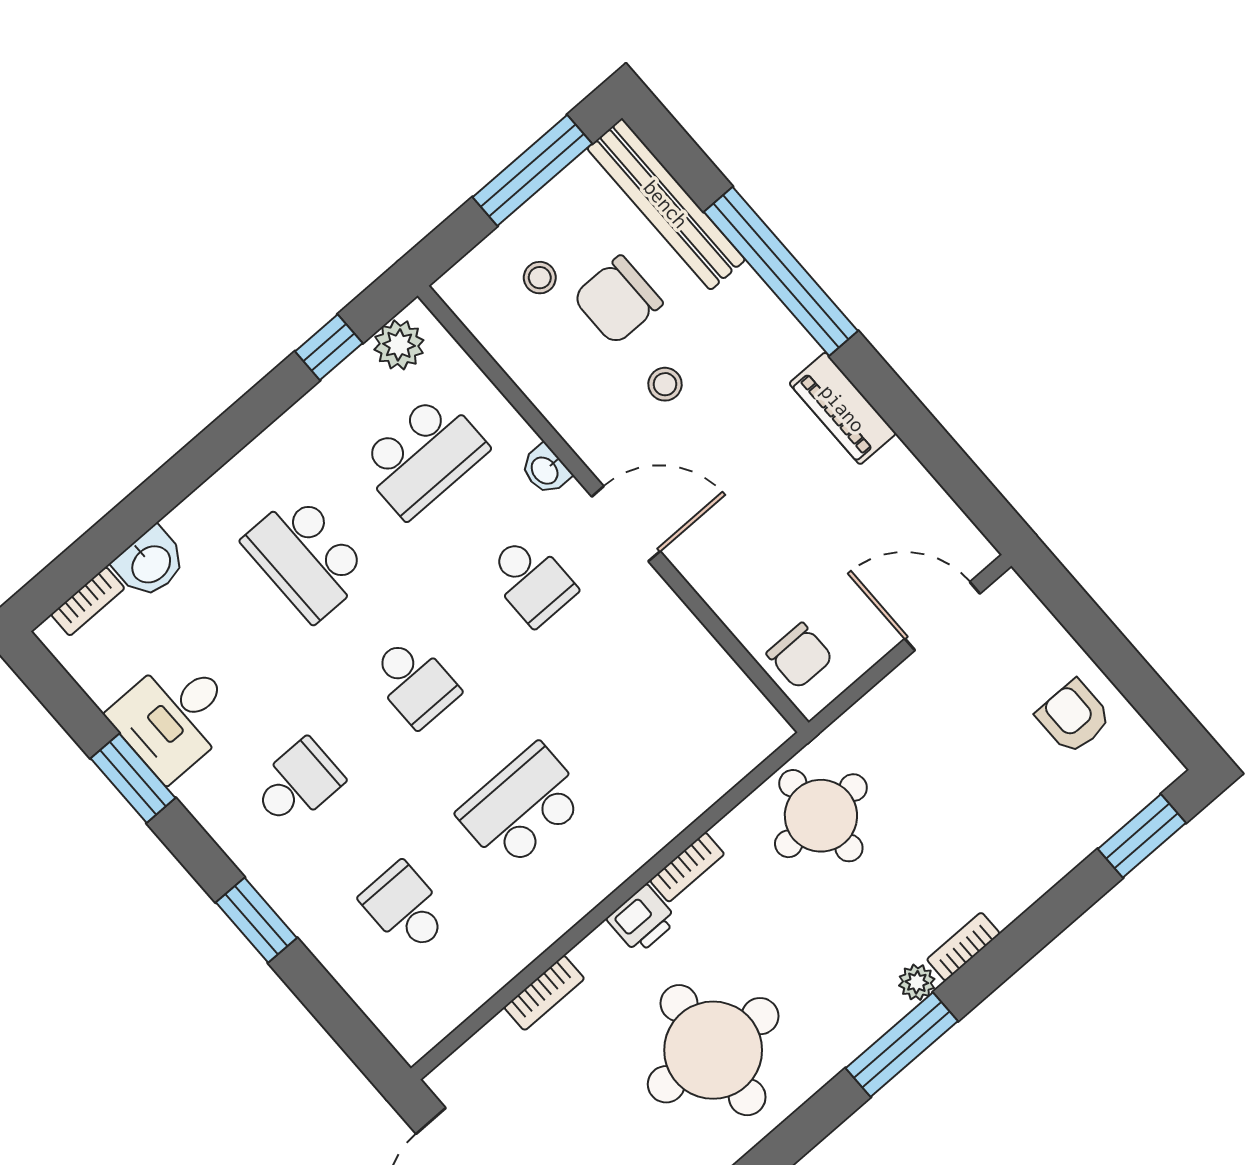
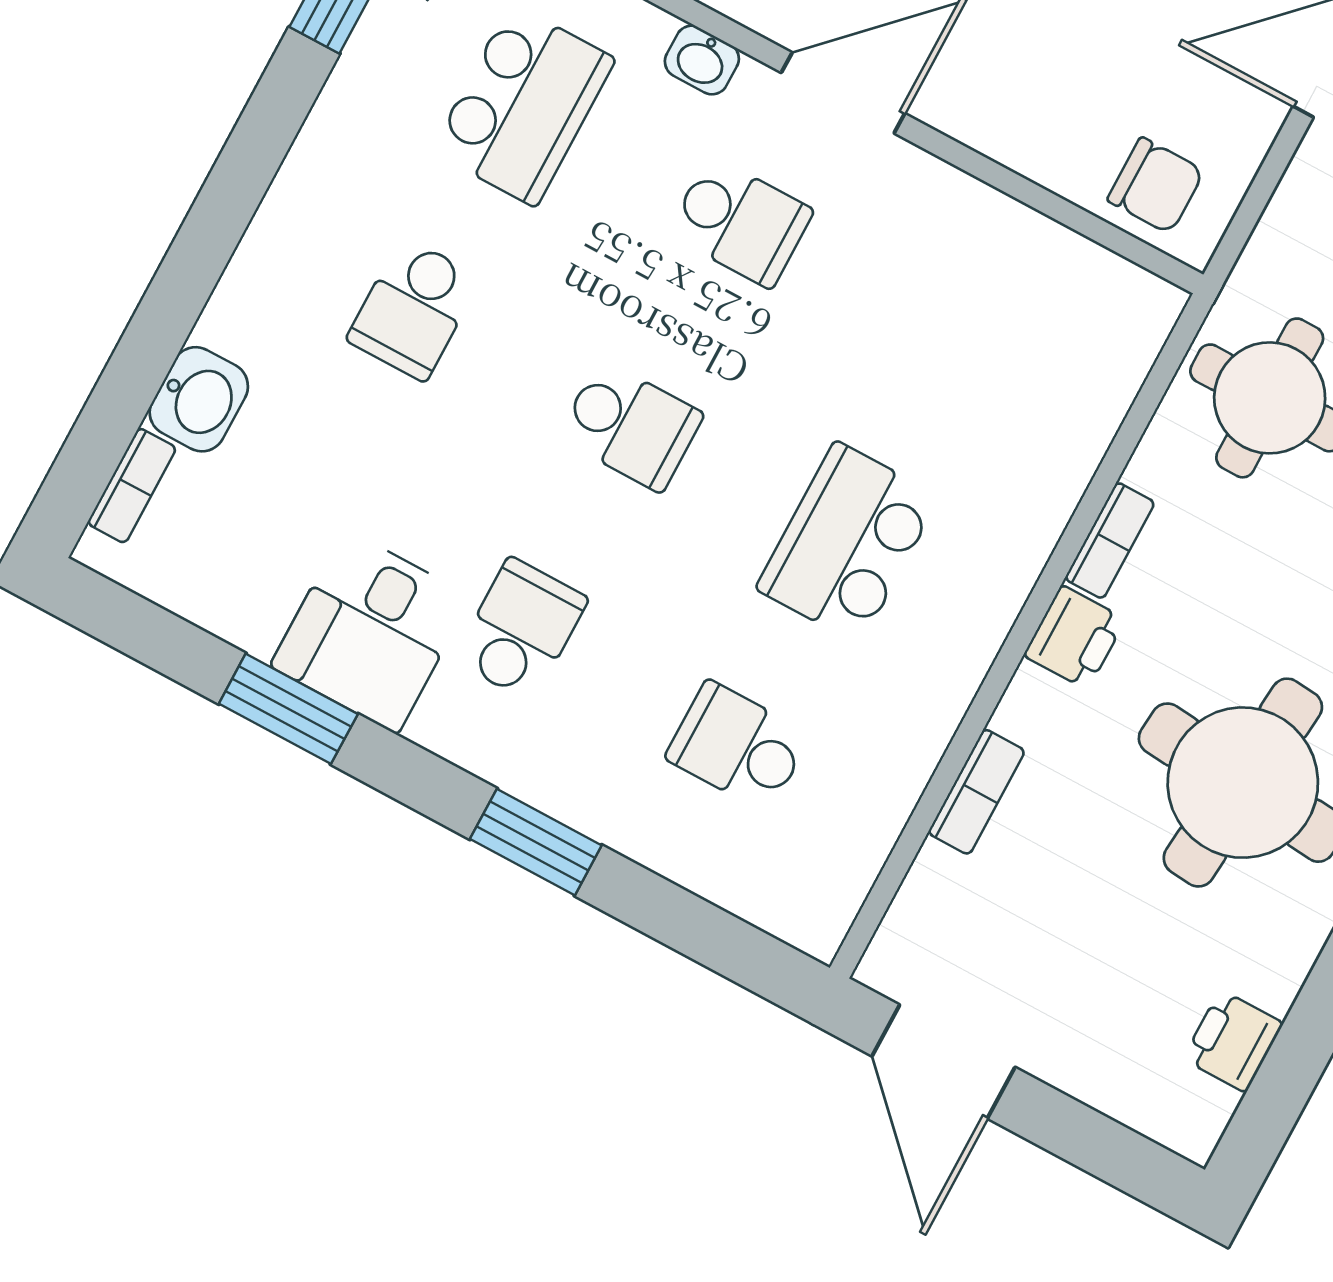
school desk: (306, 557) -> (414, 309), width x0.54
desk: (174, 716) -> (371, 631), moved

